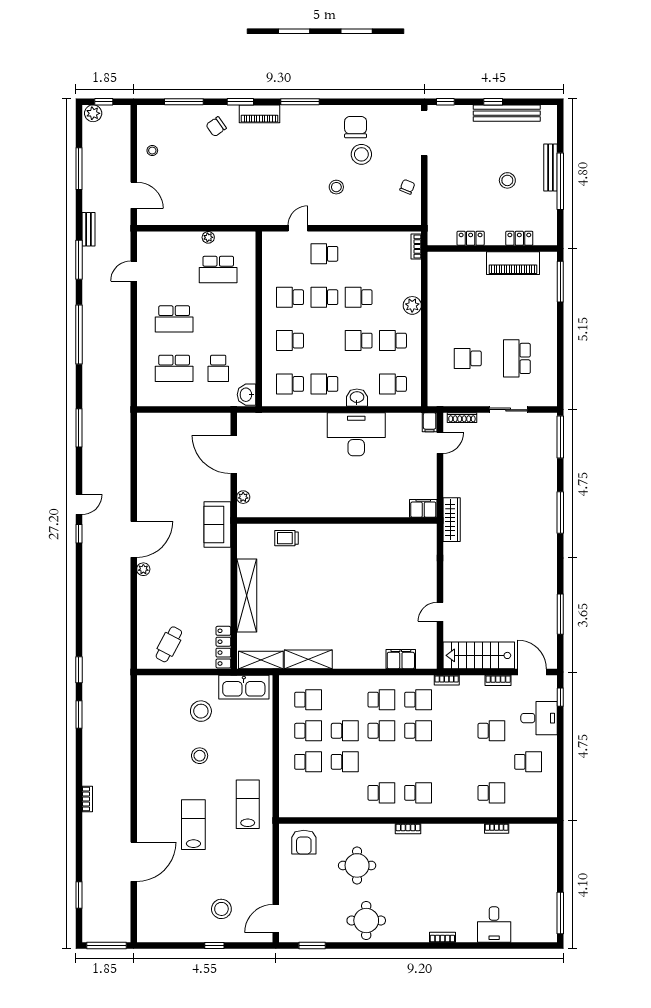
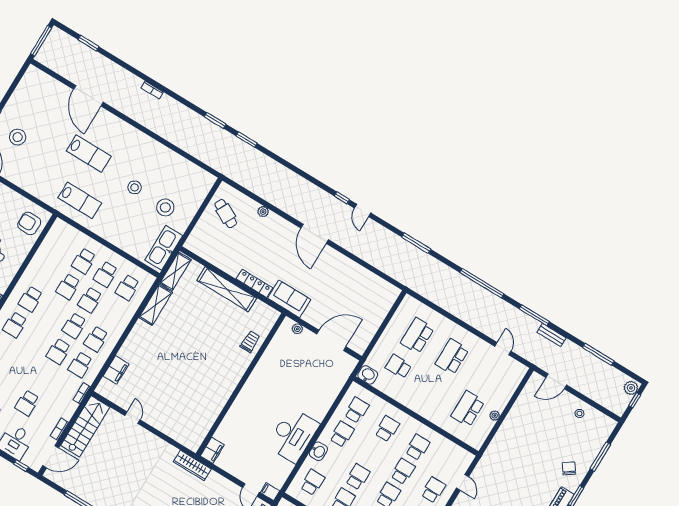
plant: (143, 569) -> (263, 212), moved
locker: (223, 647) -> (254, 283), moved

